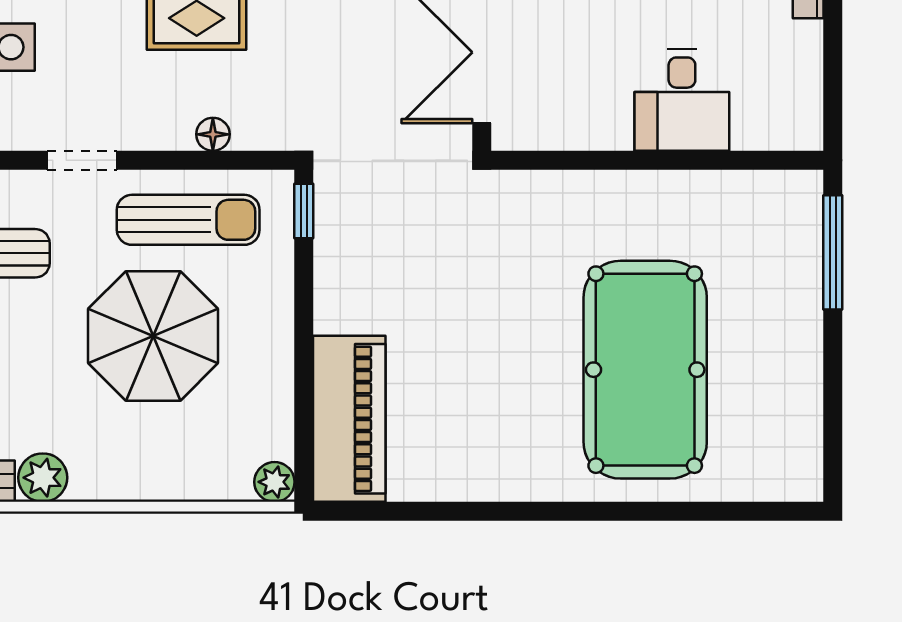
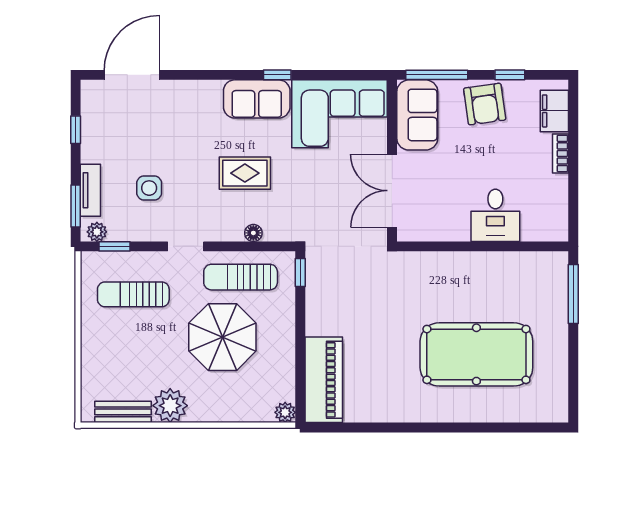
sun lounger: (188, 220) -> (241, 277), turned 180
pool table: (645, 370) -> (476, 354), turned 90
plant: (43, 478) -> (170, 406), width x1.36, depth x1.36

